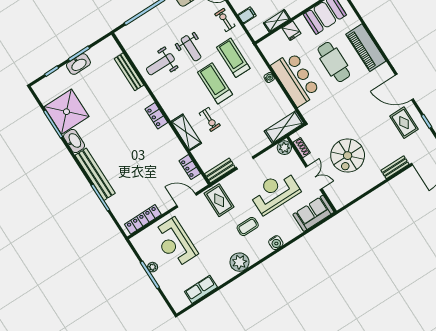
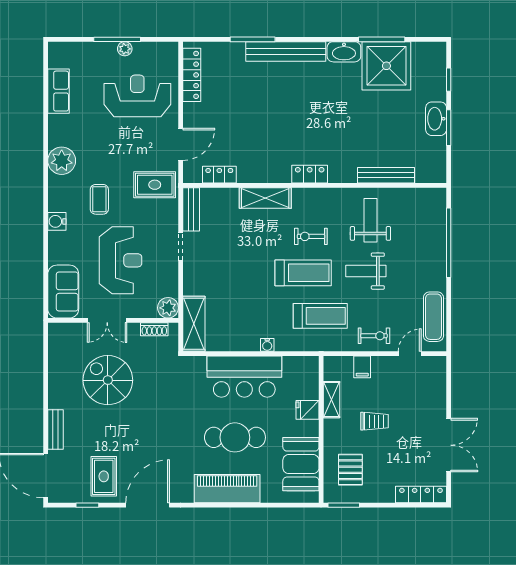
exercise bike: (210, 119) -> (311, 236), moved
rug: (404, 123) -> (104, 476), turned 90

